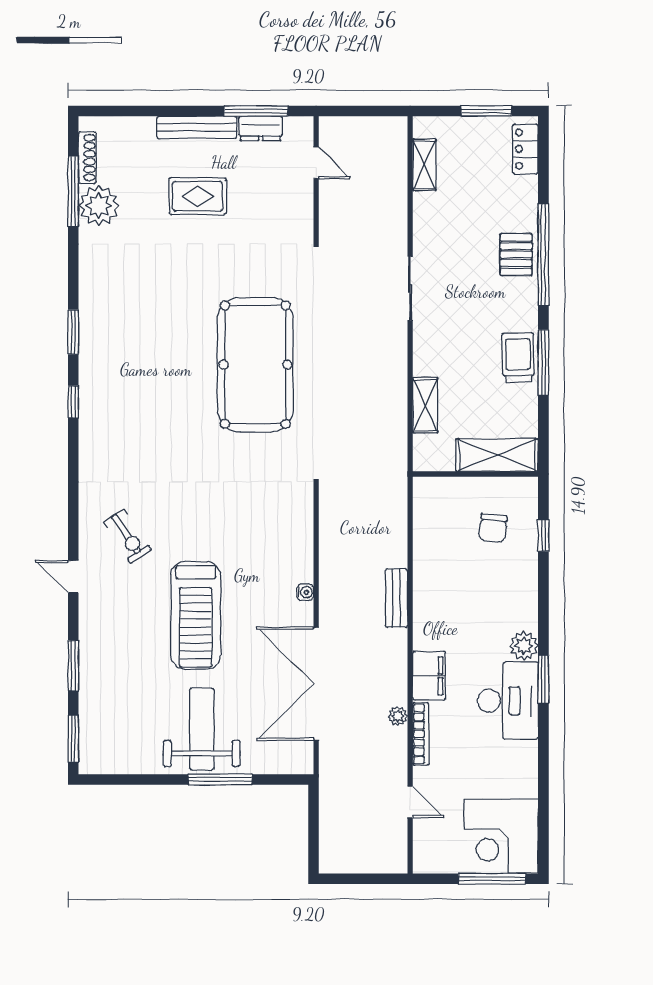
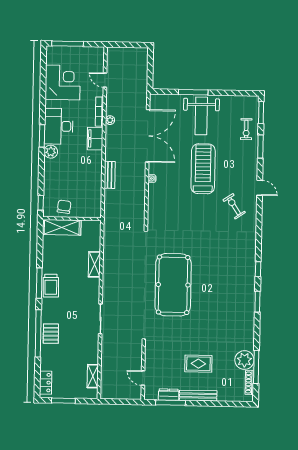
shelving: (497, 455) -> (62, 227), moved
wall: (475, 474) -> (72, 219), moved
exercise bike: (105, 702) -> (246, 129), added
corner desk: (501, 836) -> (63, 82), moved

